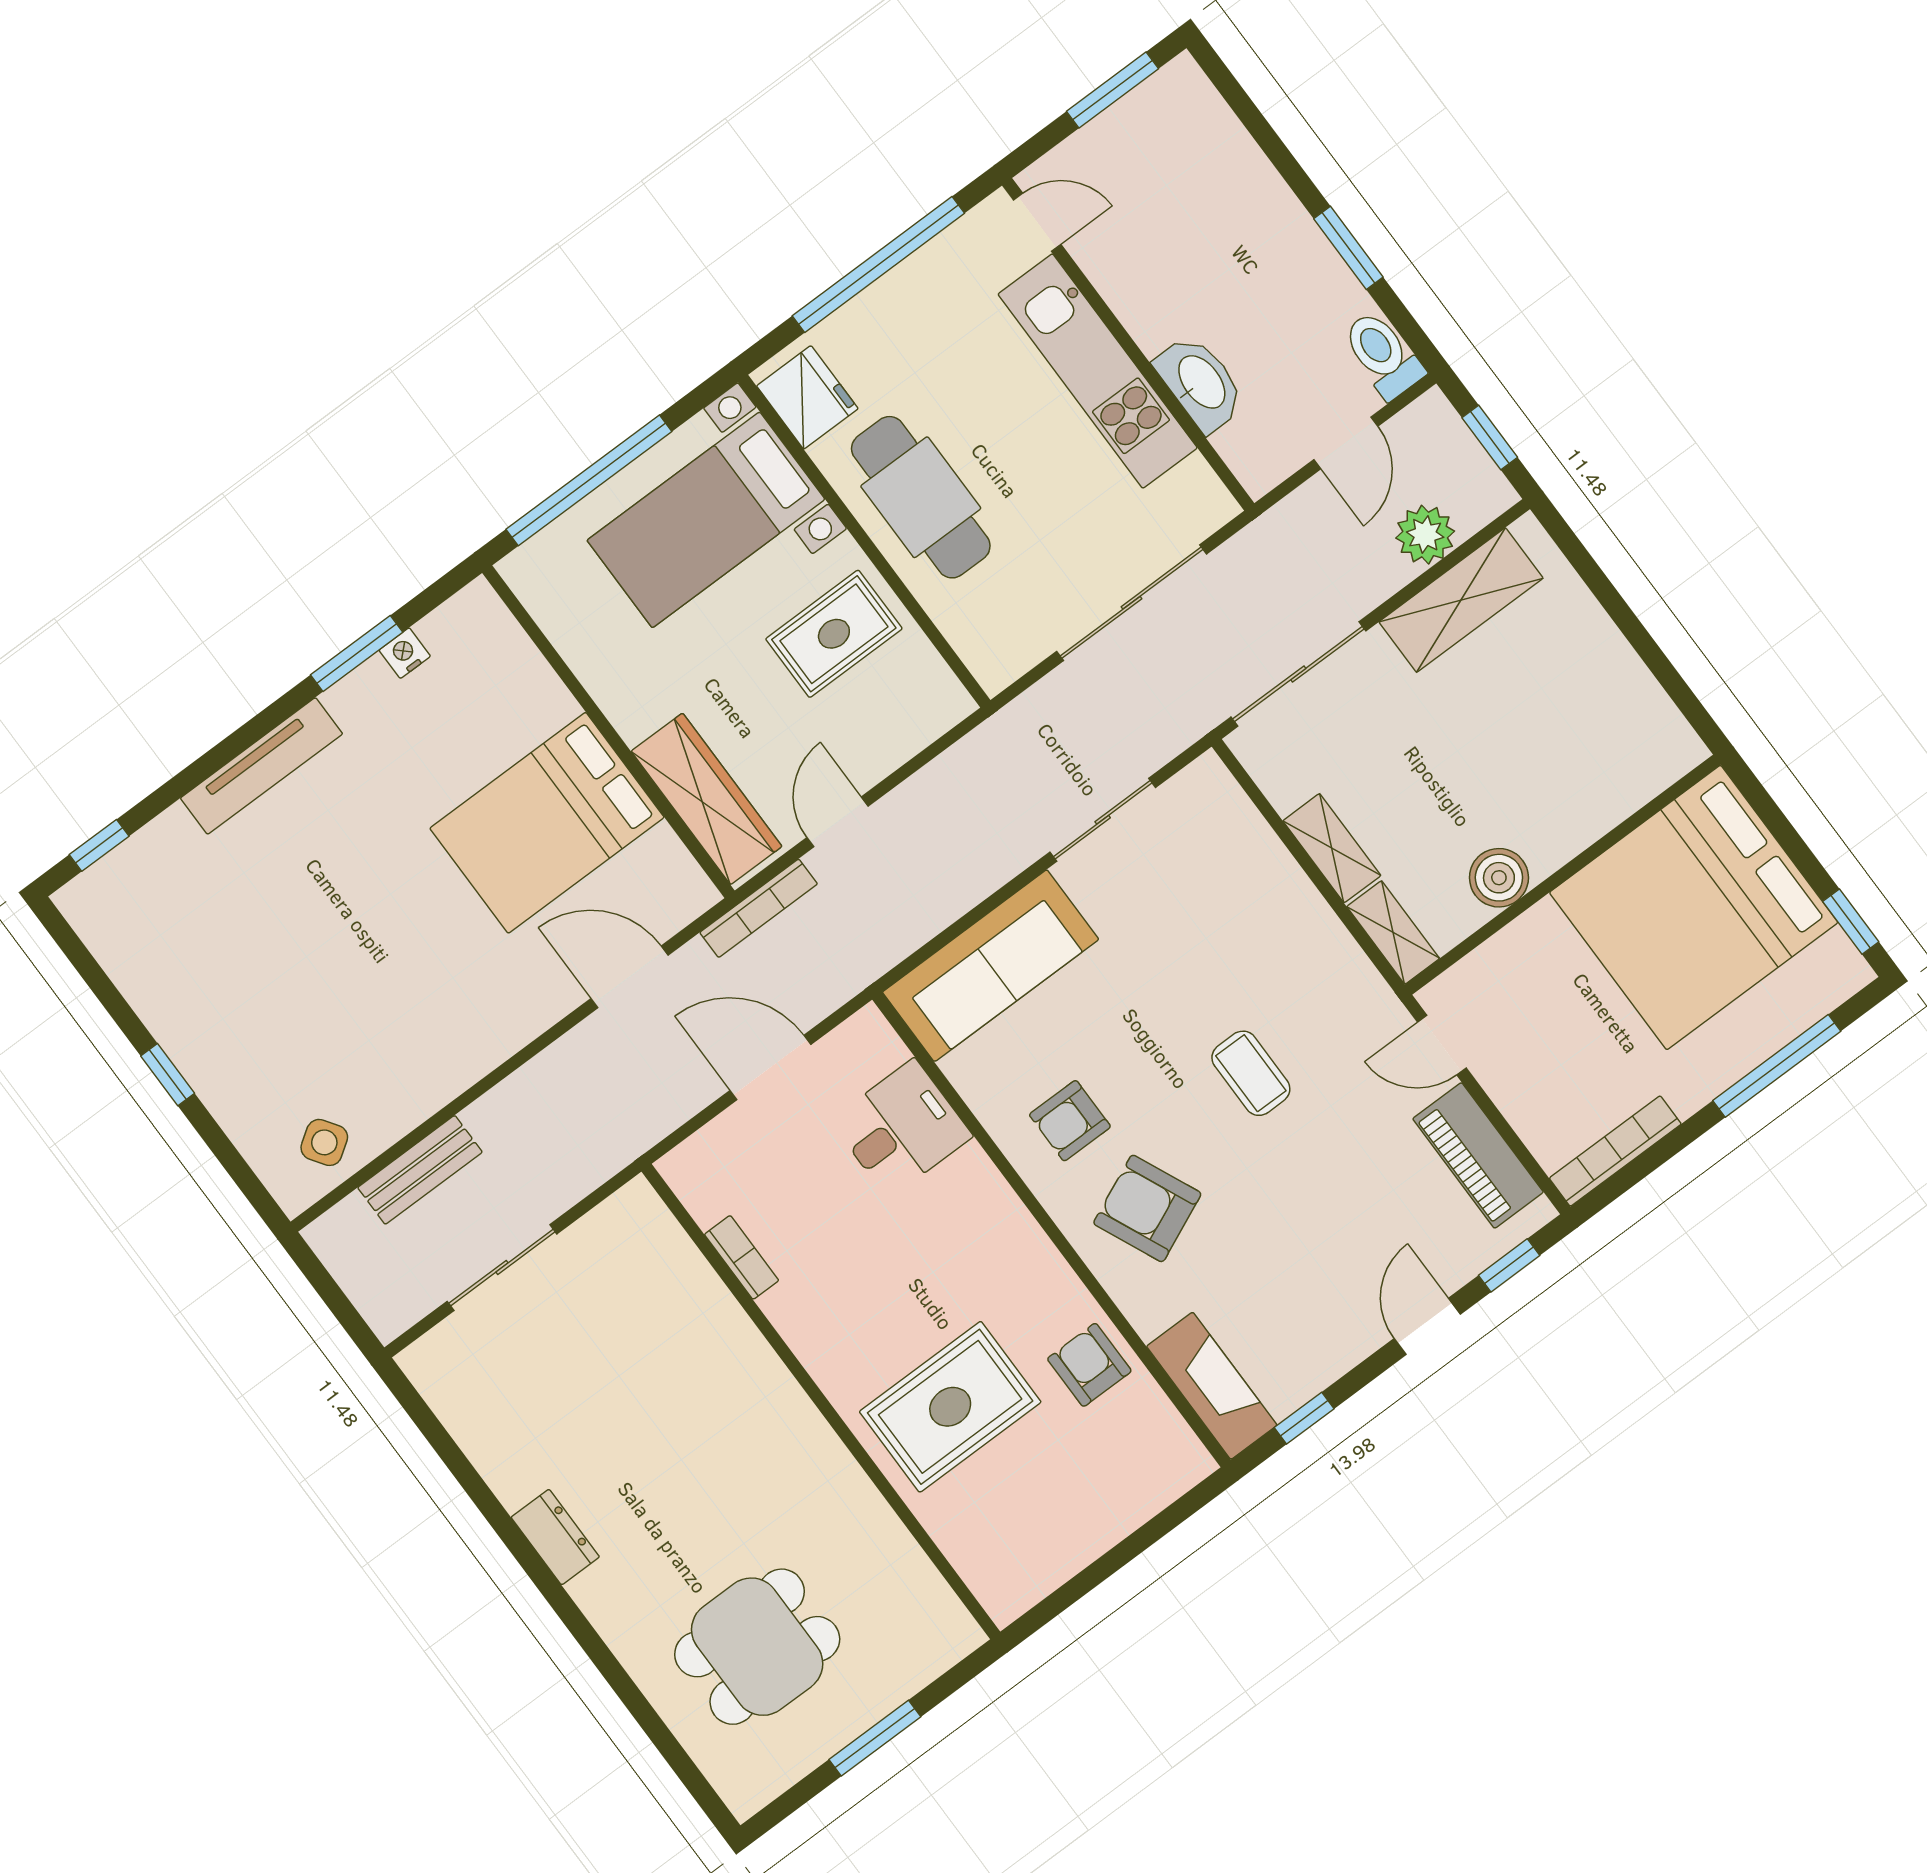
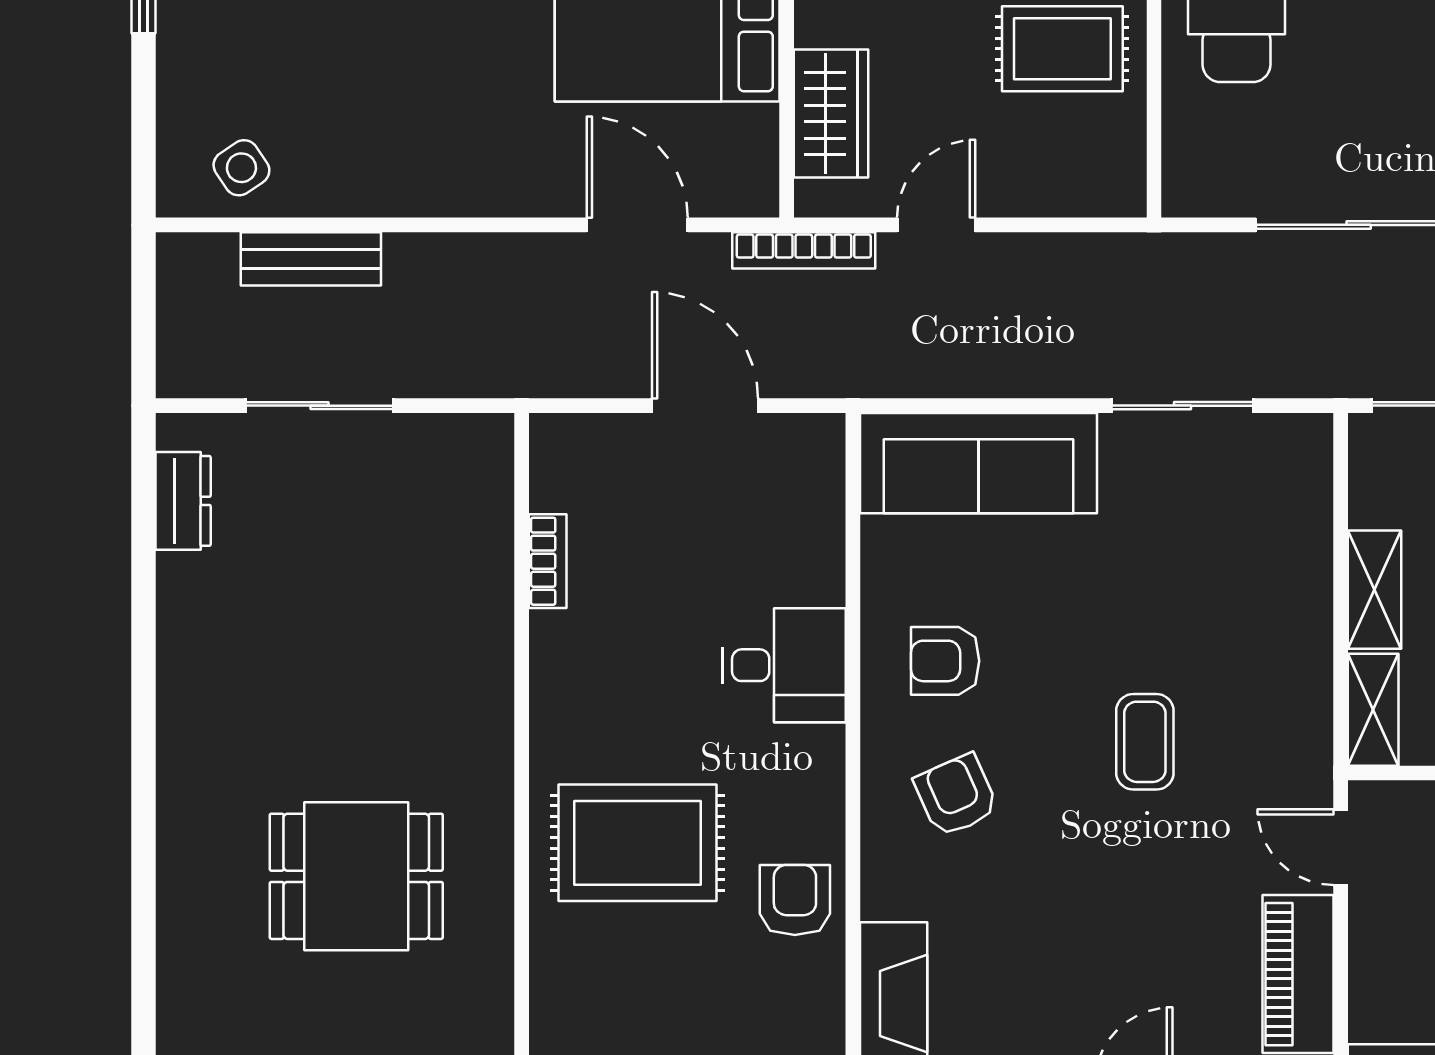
wardrobe: (707, 799) -> (831, 114), width x0.67
desk: (901, 1128) -> (784, 665), moved
armchair: (1147, 1208) -> (956, 795), width x0.72, depth x0.72
dresser: (555, 1537) -> (183, 501), moved
dining table: (757, 1647) -> (356, 876), moved

